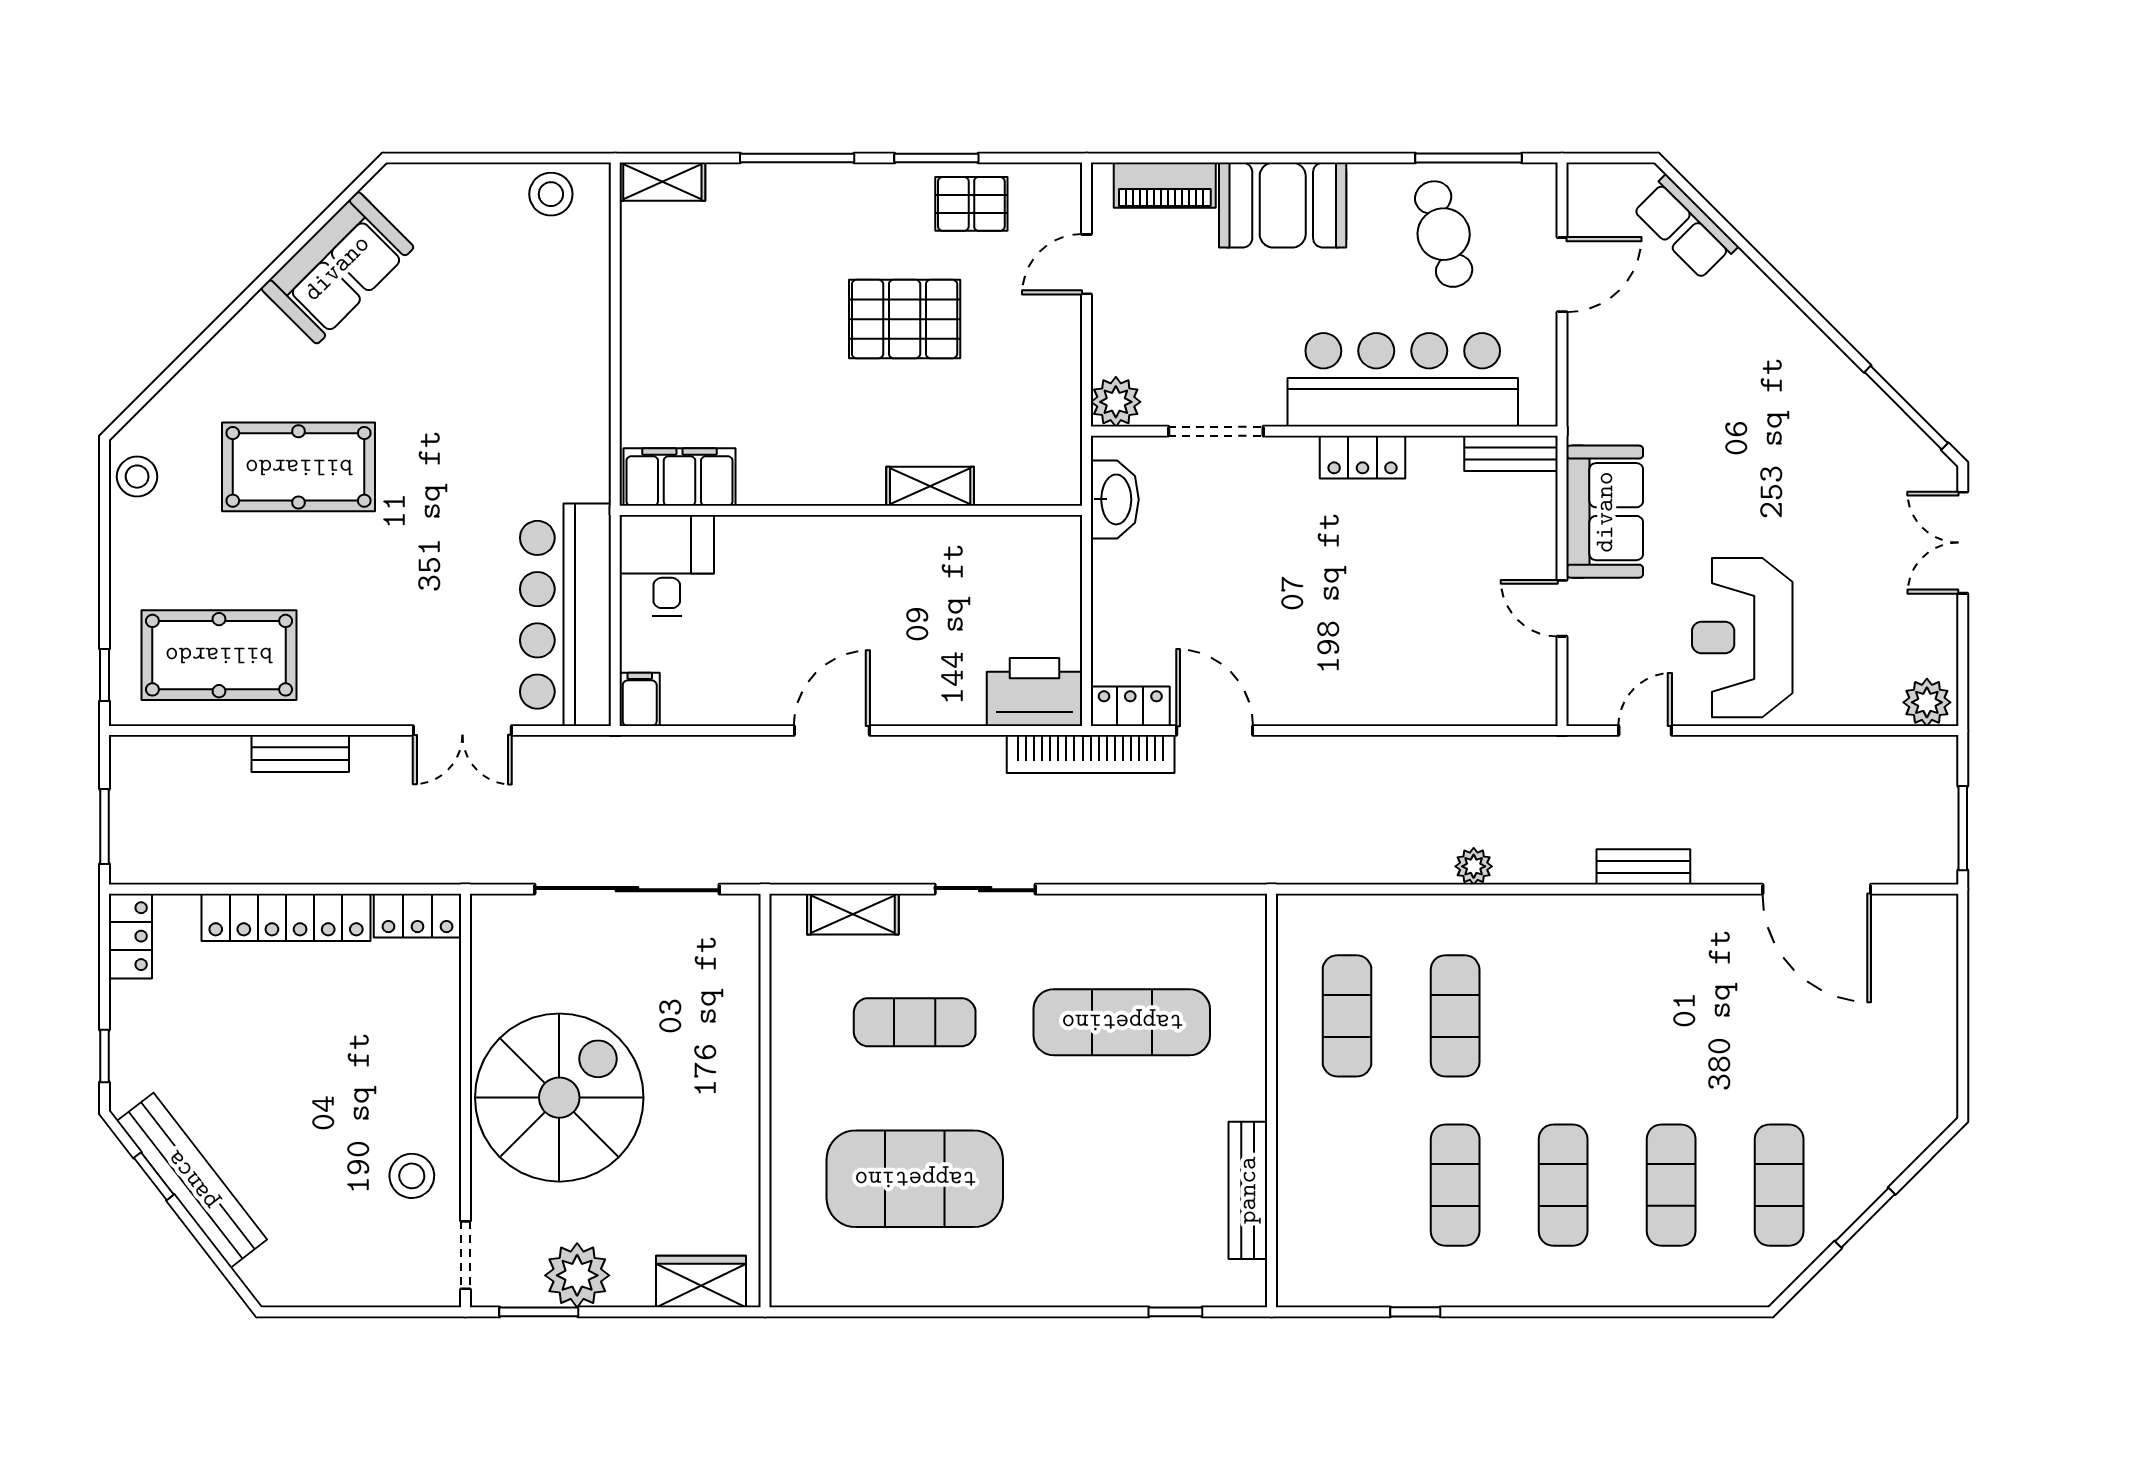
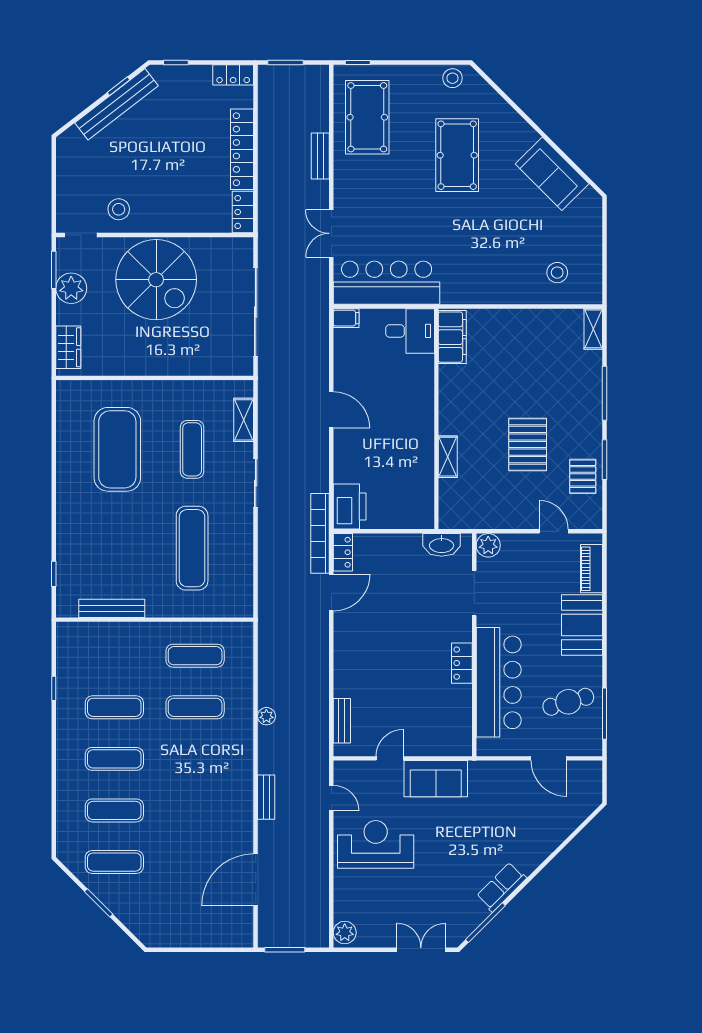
stool: (551, 194) -> (557, 273), moved
row of seats: (1685, 227) -> (501, 887), moved
bench: (1511, 453) -> (342, 721), moved

